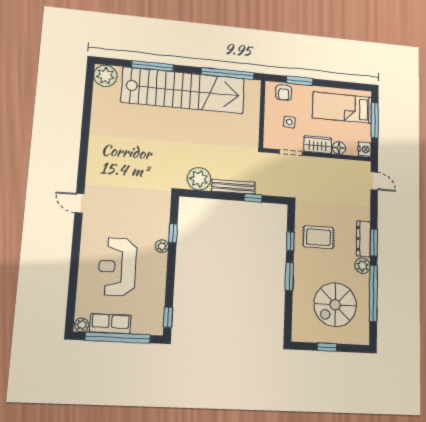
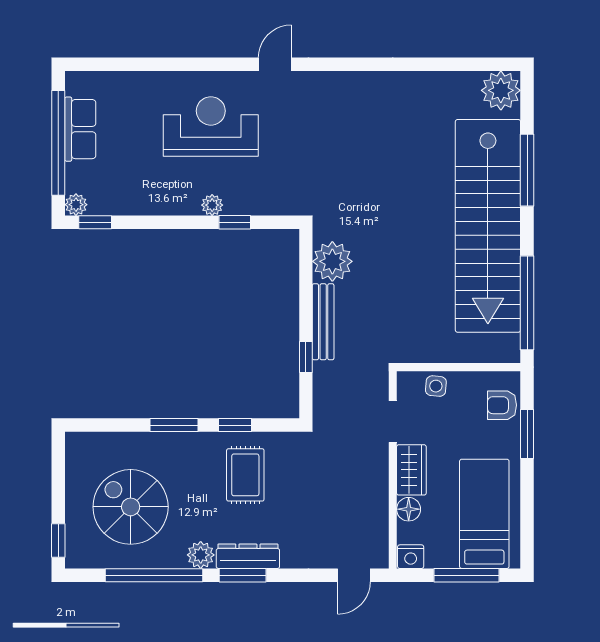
side table: (289, 122) -> (436, 386), moved
reception desk: (118, 267) -> (211, 126), moved
plant: (82, 325) -> (76, 205), moved
window: (327, 347) -> (58, 540), moved

